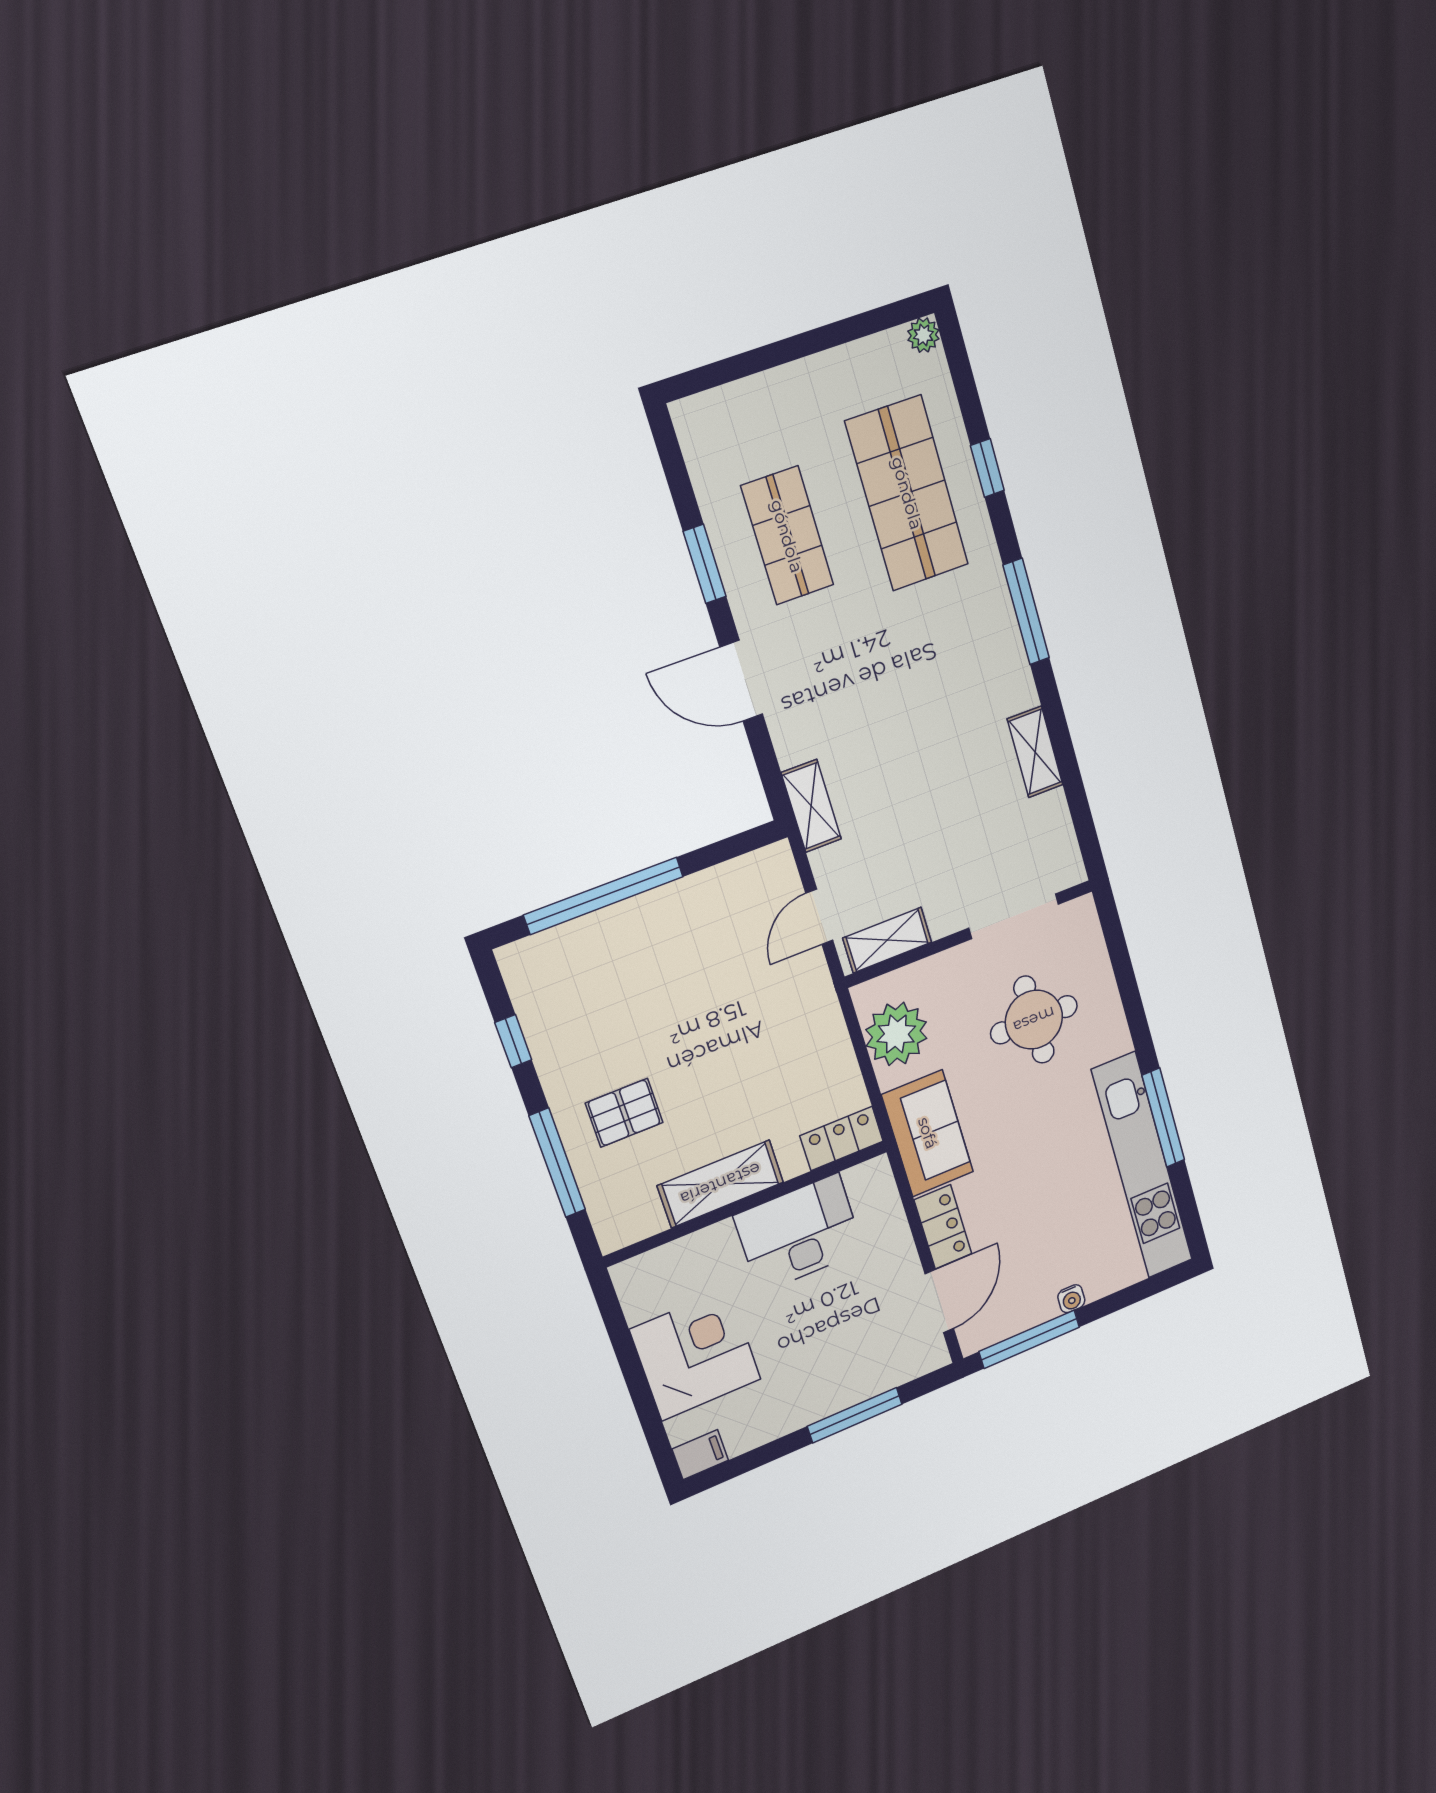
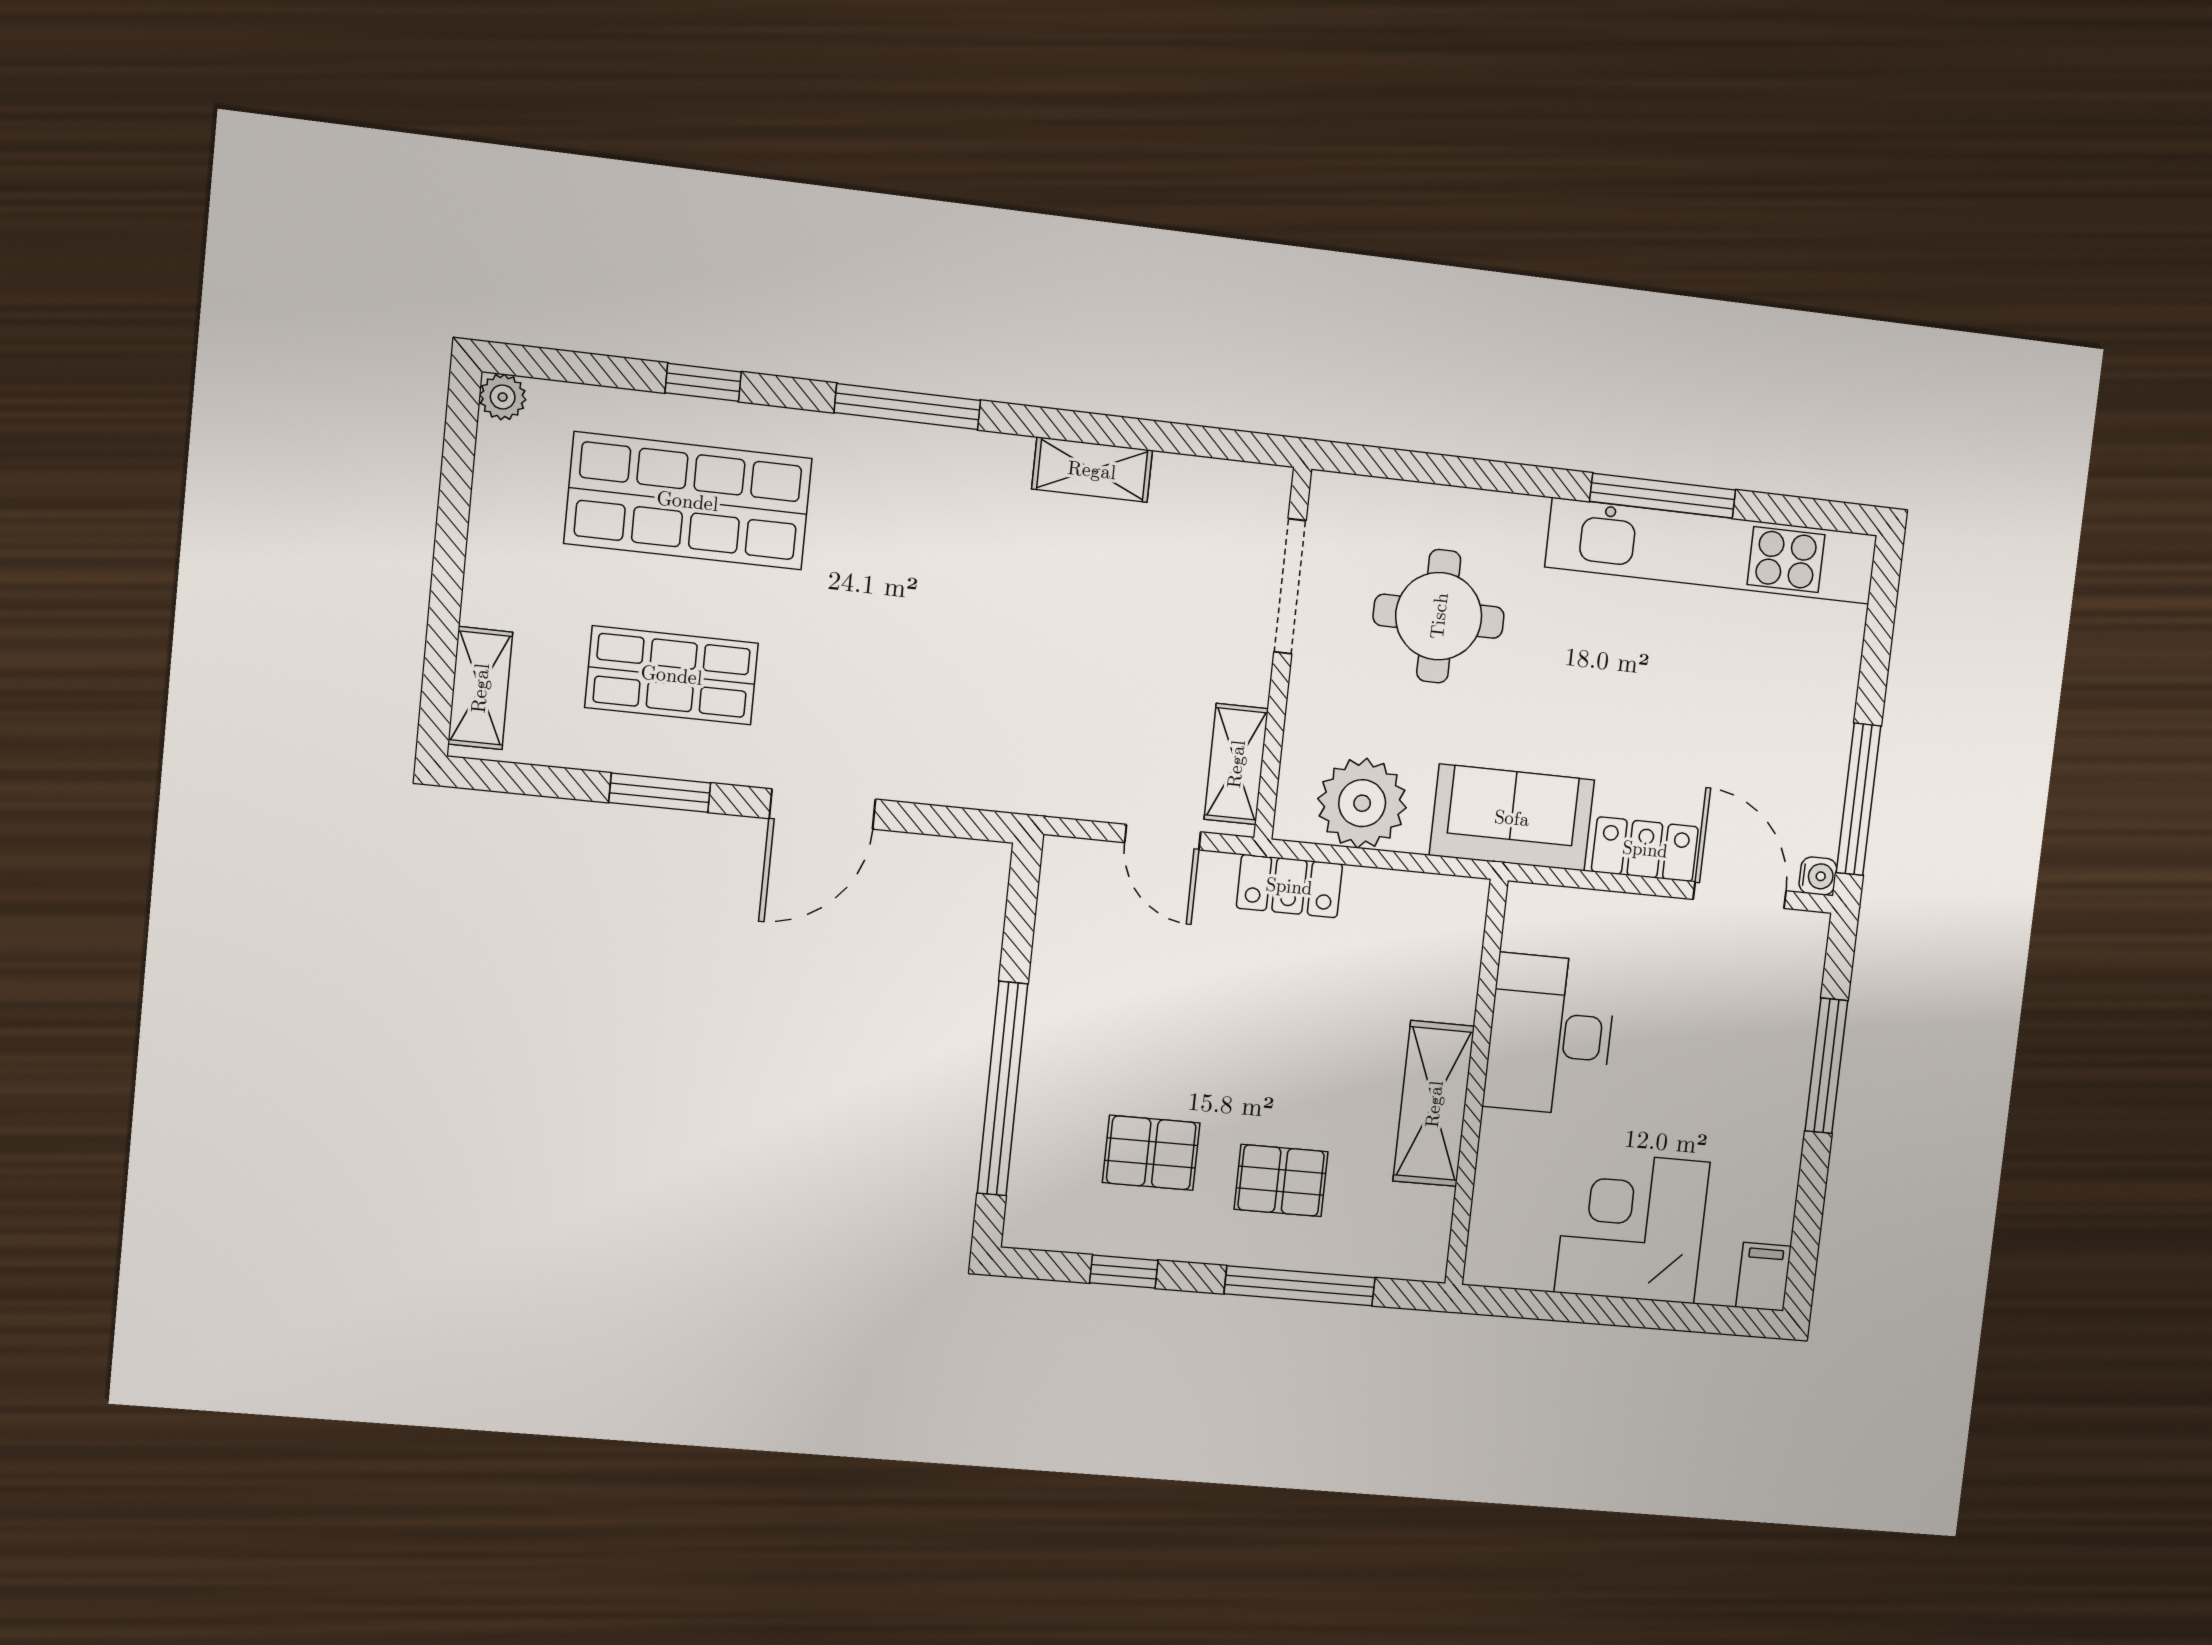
shelving: (811, 806) -> (480, 688), moved, turned 90
pallet: (604, 1017) -> (1151, 1153), added
pallet: (624, 1113) -> (1281, 1180), turned 90
locker: (842, 1138) -> (1289, 886), moved, turned -90
water cooler: (1071, 1299) -> (1818, 876), moved

